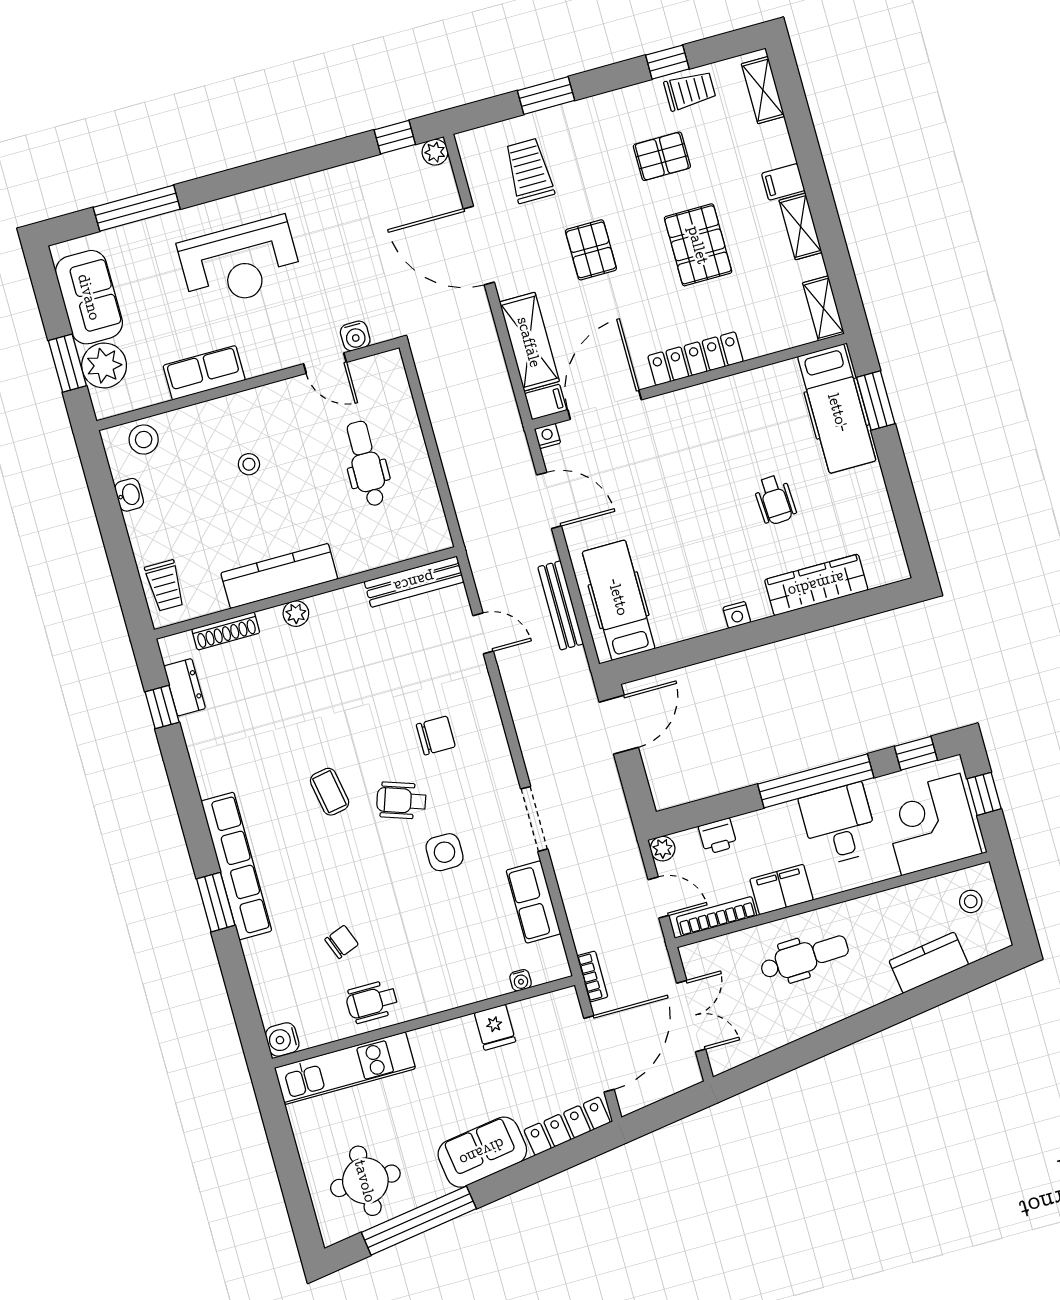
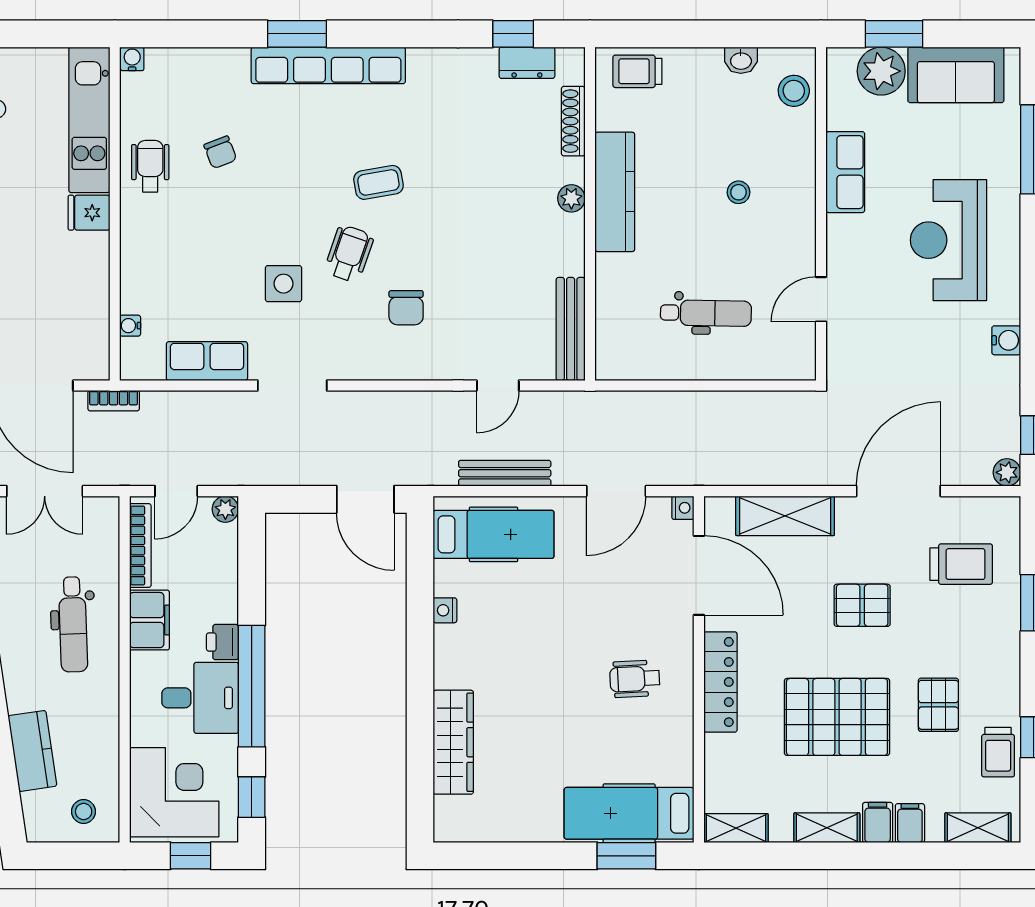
pallet: (698, 245) -> (837, 717), width x1.37, depth x1.41
water cooler: (355, 336) -> (1006, 340), moved, turned 180
filing cabinet: (546, 402) -> (910, 823), moved, turned 180
wheelchair: (775, 500) -> (635, 679), moved
nightstand: (737, 615) -> (445, 610), moved
printer: (718, 836) -> (222, 642), moved
fridge: (495, 1027) -> (89, 213), moved
water cooler: (282, 1039) -> (132, 59), width x0.72, depth x0.72

